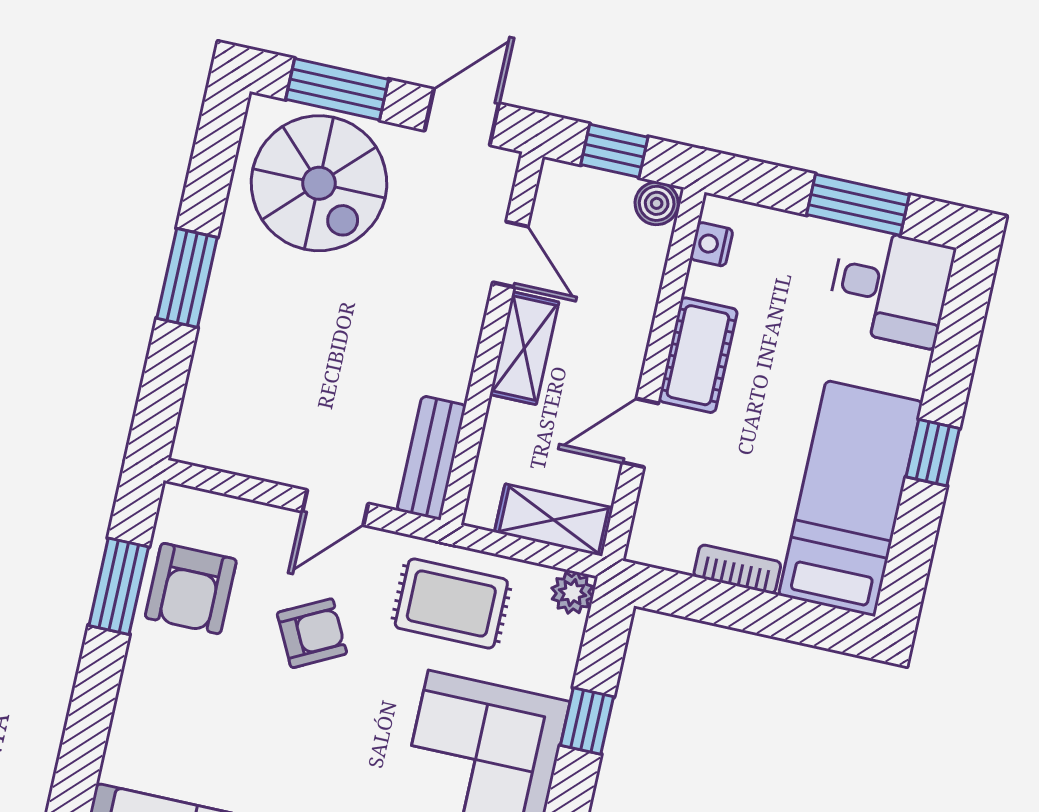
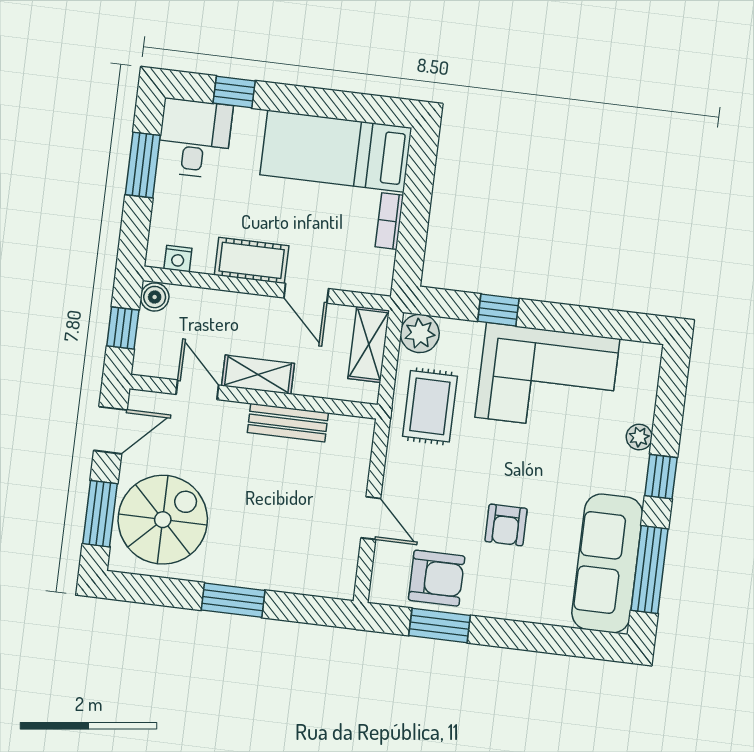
door: (462, 117) -> (110, 430), swing flipped
door: (510, 254) -> (197, 390), hinge flipped
window: (933, 453) -> (234, 92), moved
bench: (431, 458) -> (288, 423), moved
door: (335, 508) -> (371, 518), moved
plant: (572, 593) -> (420, 333), width x1.38, depth x1.38
armchair: (312, 633) -> (506, 525), moved, turned -153

